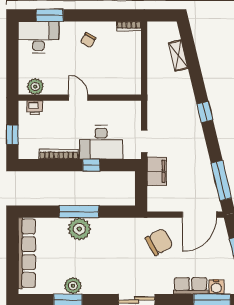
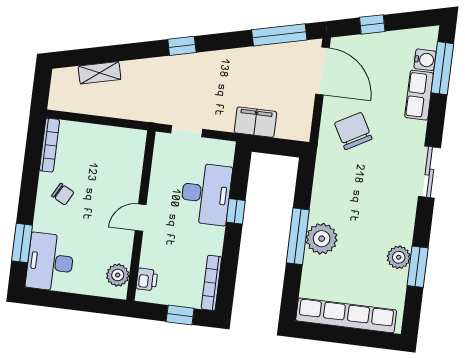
bookcase: (129, 26) -> (49, 145), width x1.56
doorway: (144, 141) -> (187, 131), moved
bookcase: (59, 154) -> (211, 283), moved

